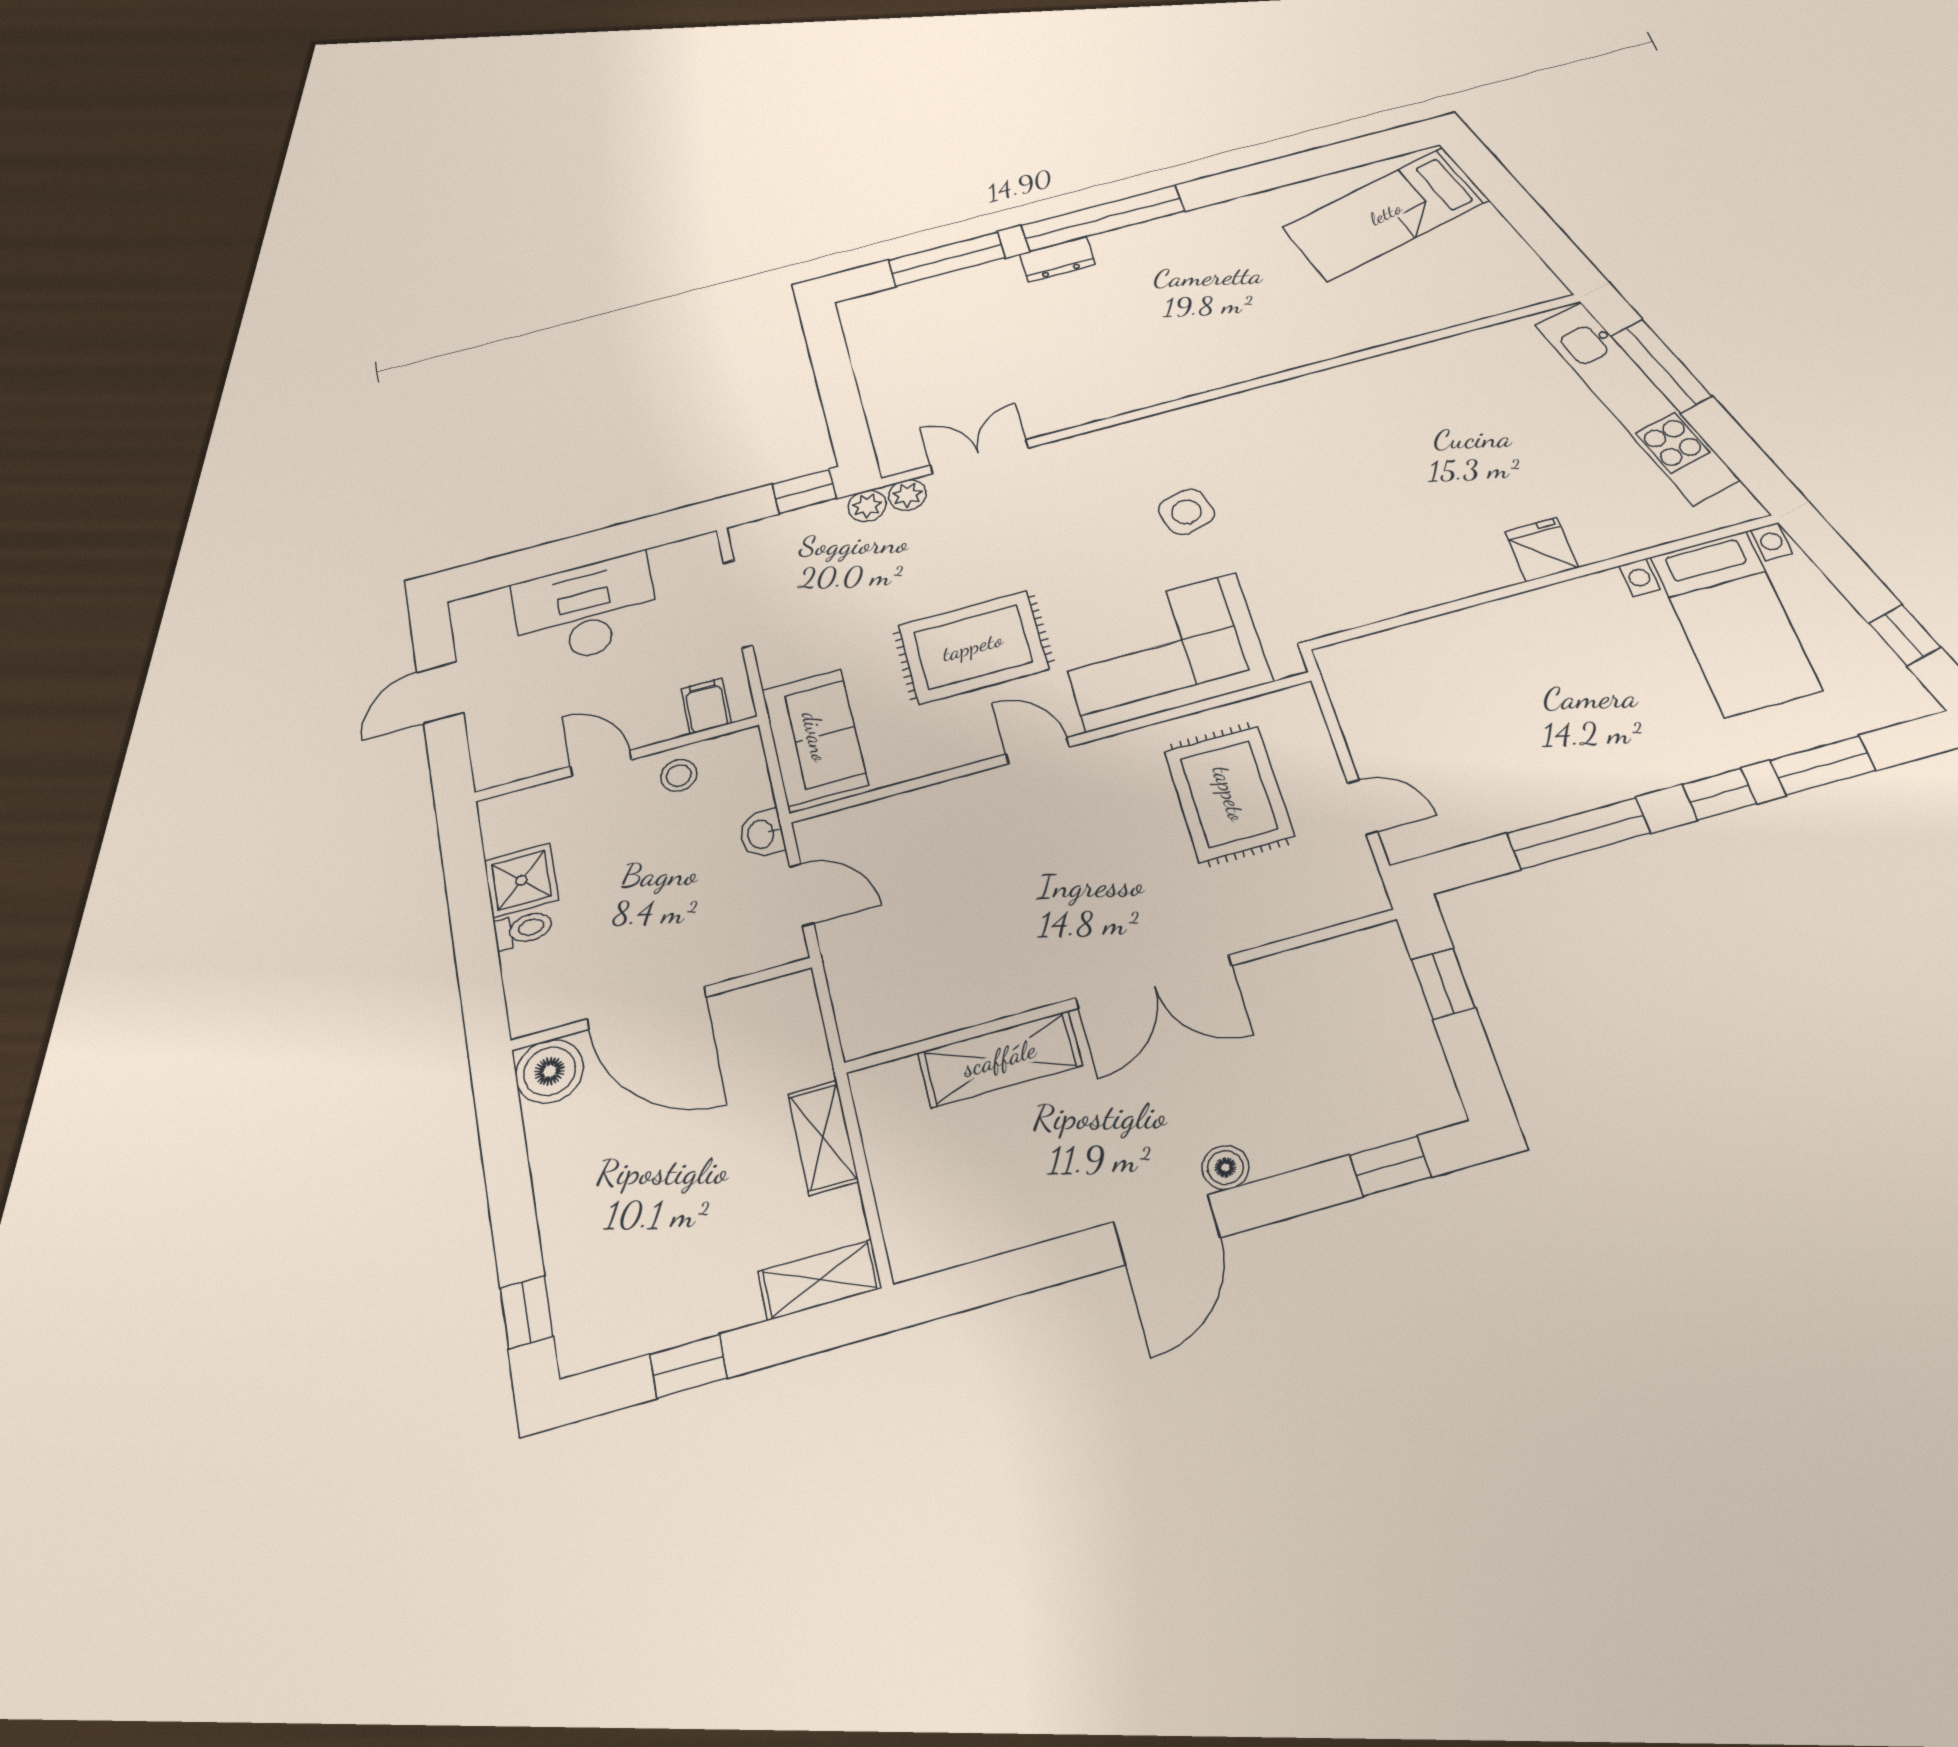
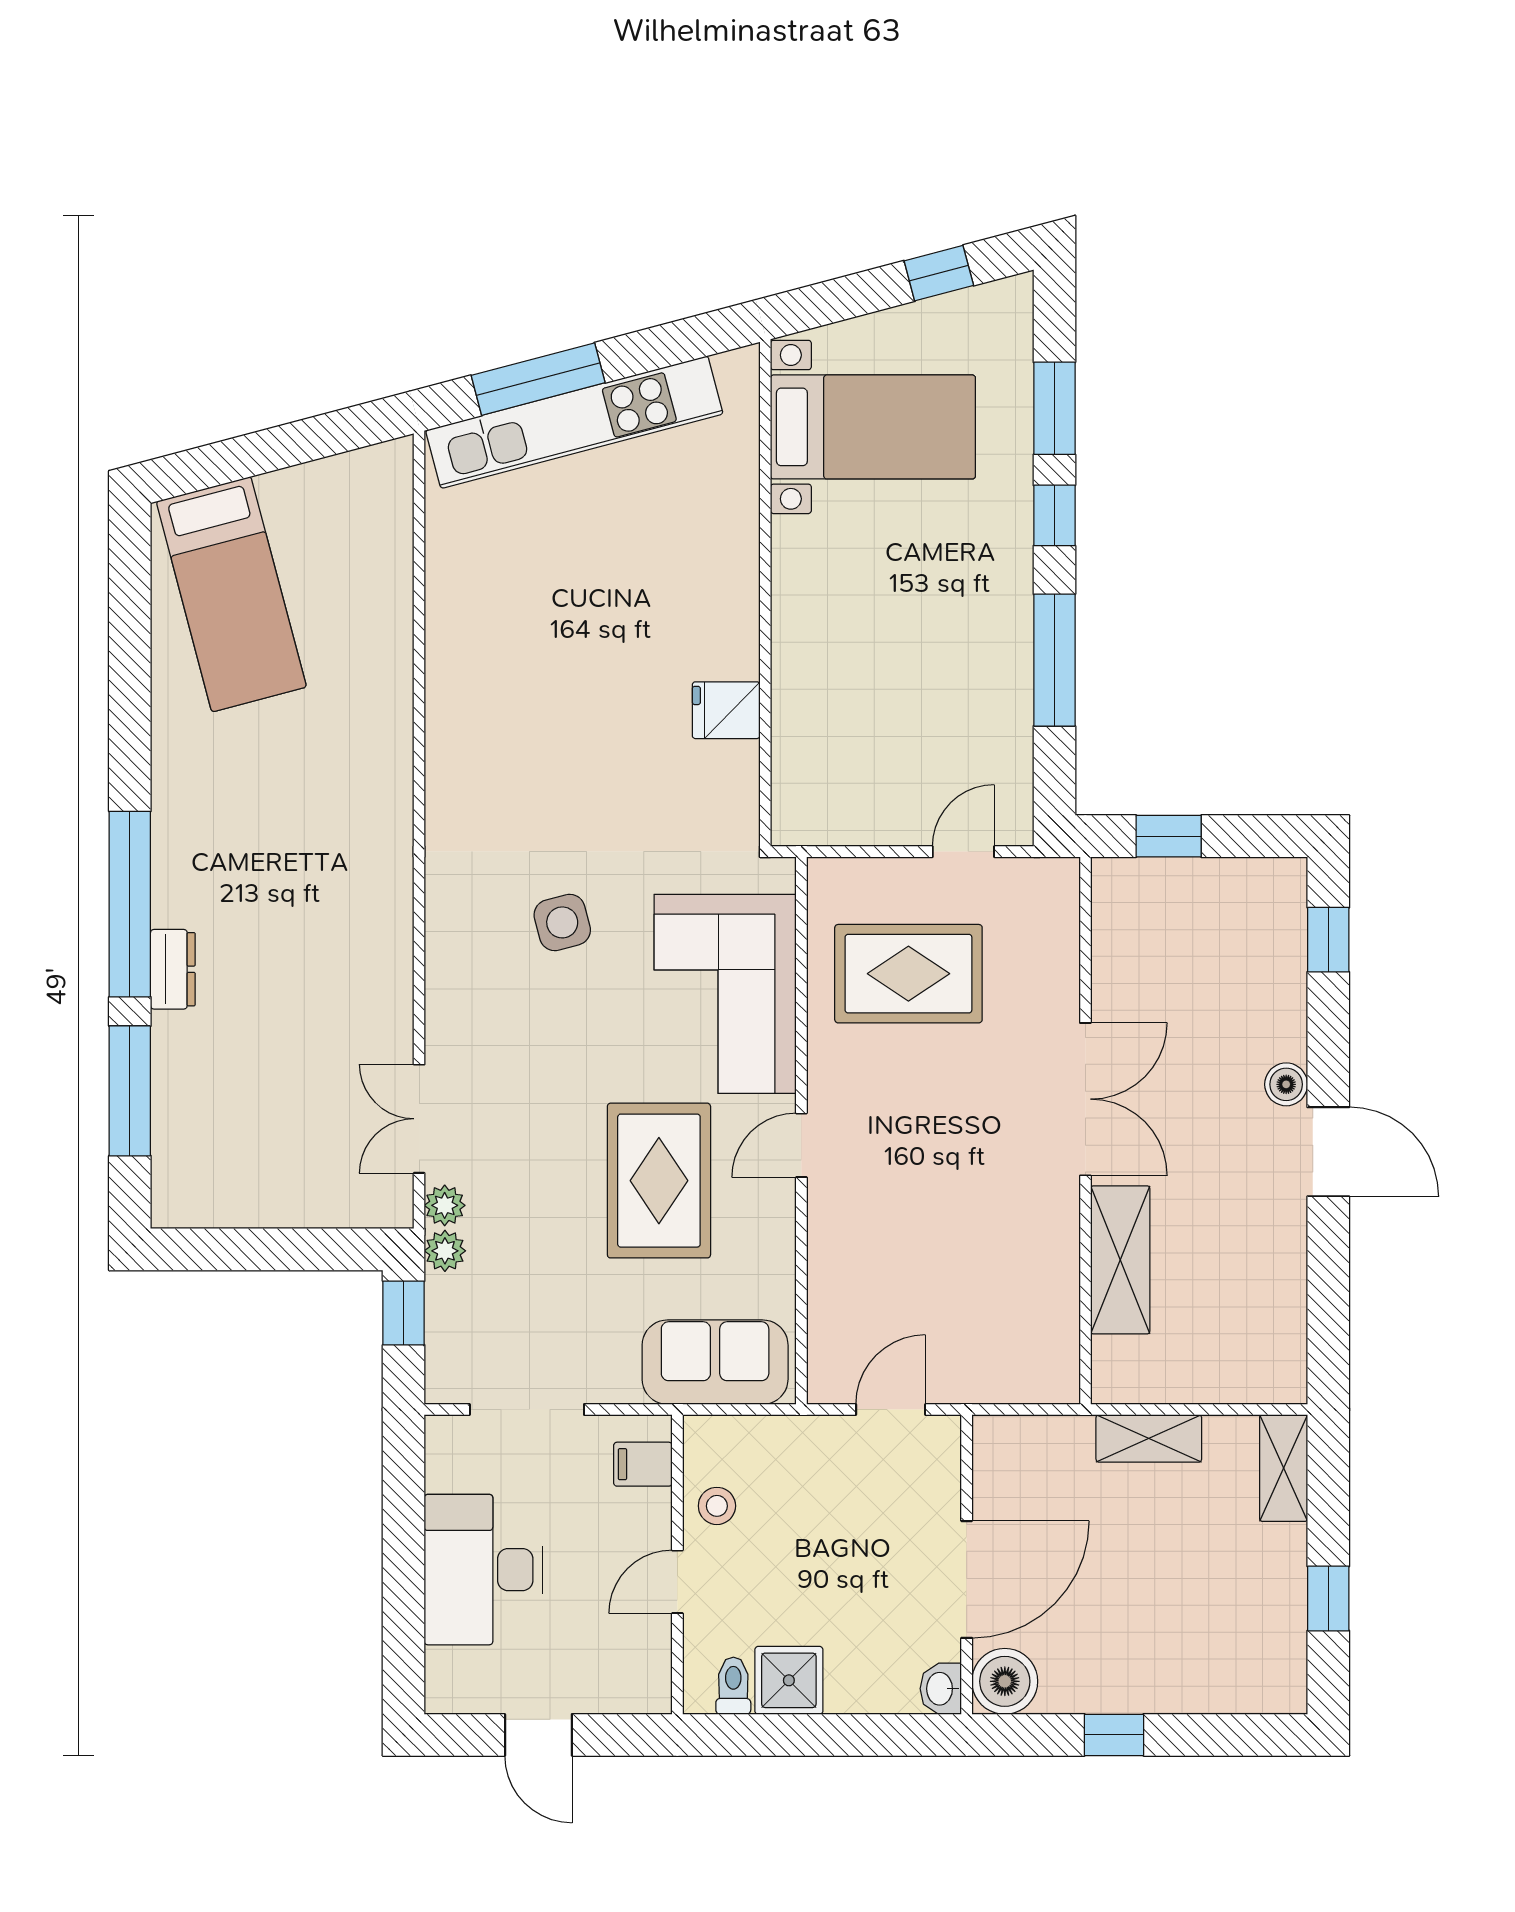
fridge: (1542, 549) -> (726, 710), moved
washbasin: (762, 834) -> (941, 1689), moved, turned 90
toilet: (523, 929) -> (733, 1686), moved
window: (526, 1312) -> (1114, 1735), moved

